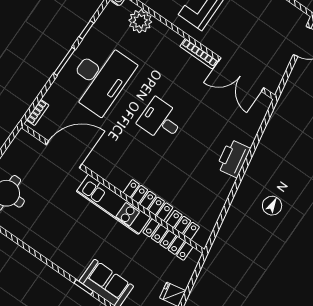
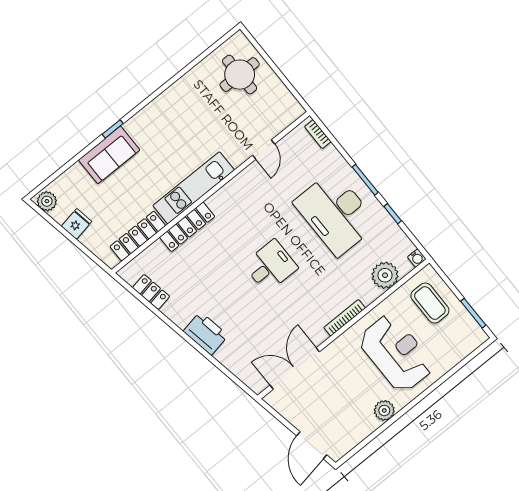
bookcase: (199, 54) -> (345, 318), moved
door: (64, 155) -> (264, 150), width x0.53
locker: (183, 225) -> (151, 292), moved, turned -100

